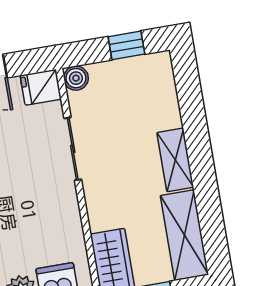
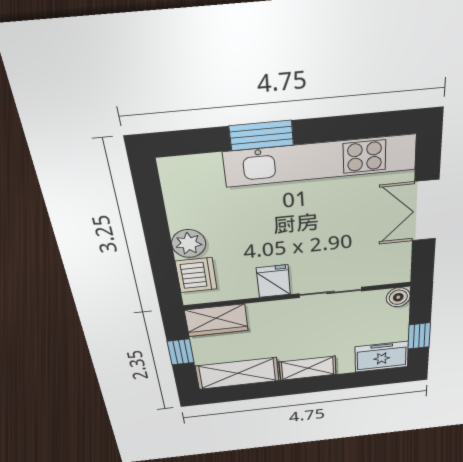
freezer: (157, 81) -> (382, 357), added
fridge: (41, 87) -> (273, 281), moved

